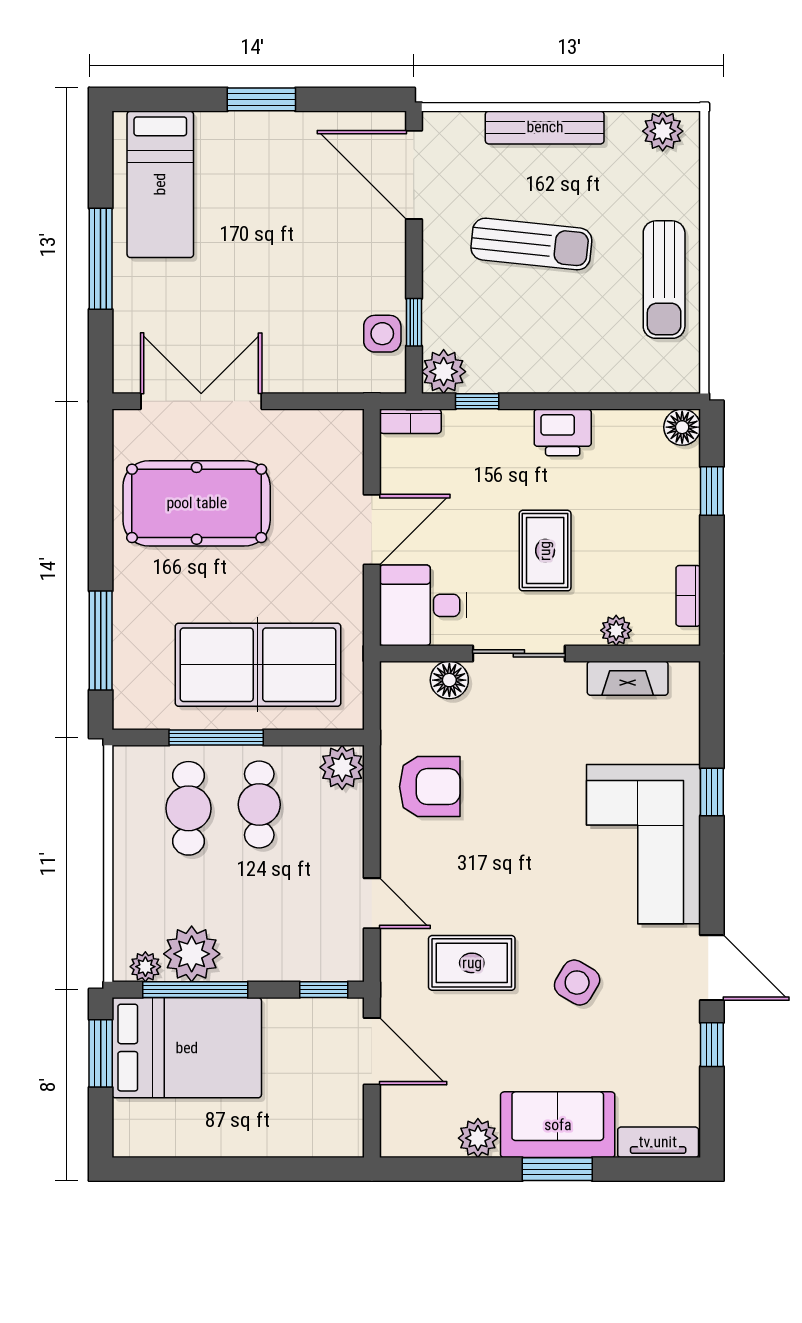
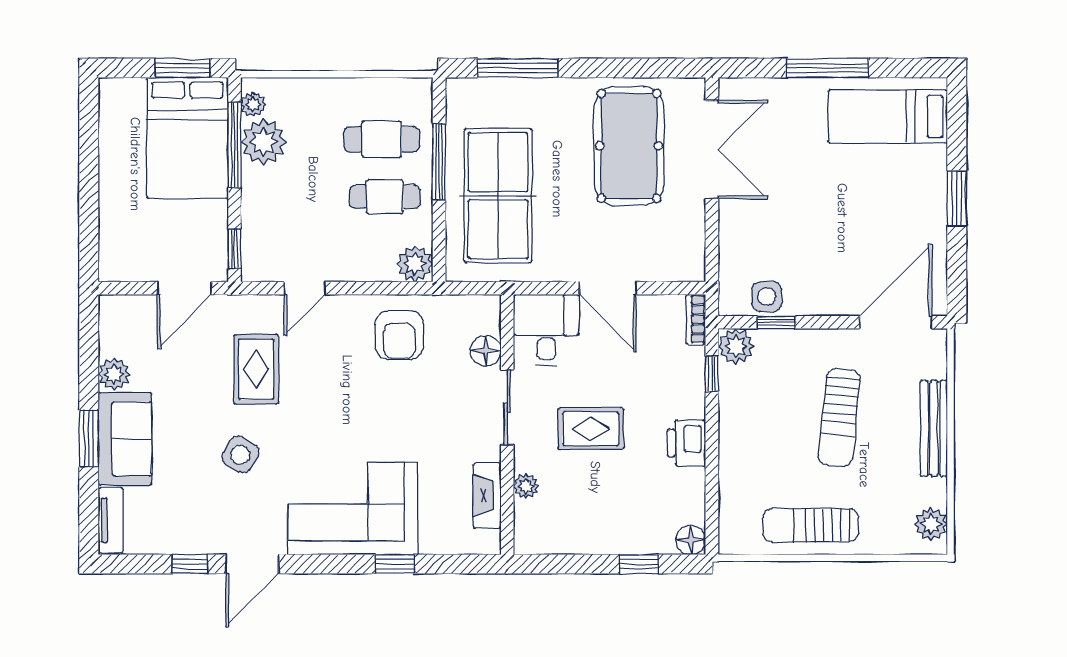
bookcase: (688, 596) -> (554, 545), removed

